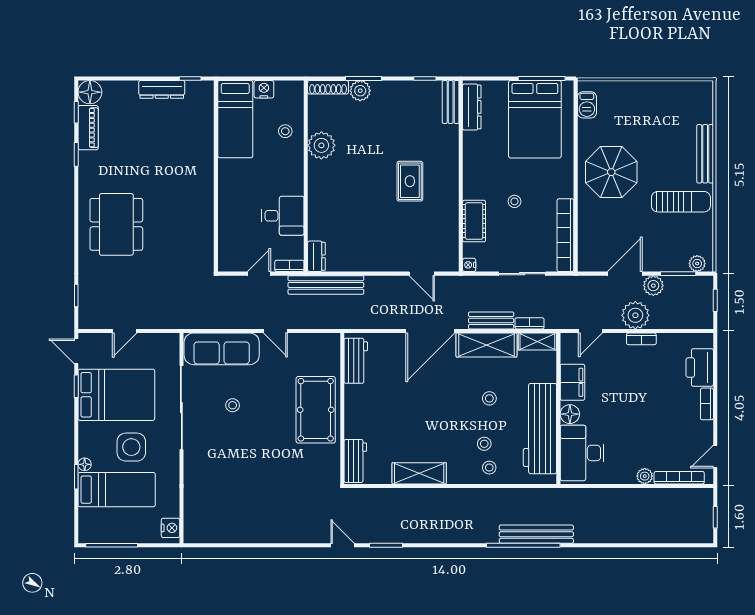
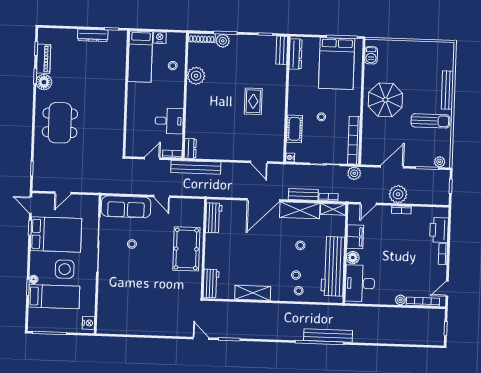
floor lamp: (90, 92) -> (44, 82), moved
plant: (653, 286) -> (354, 173), moved

